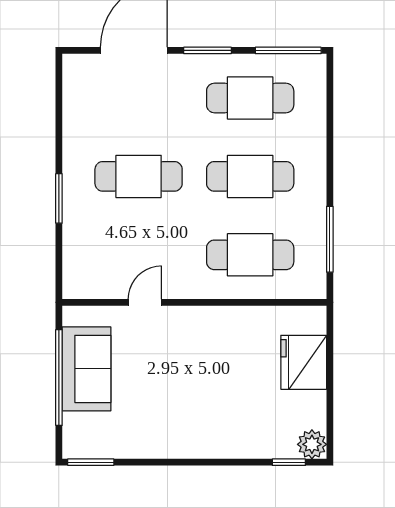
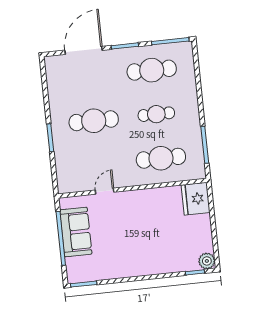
cafe table: (250, 176) -> (156, 114), width x0.73, depth x0.74
fridge: (304, 362) -> (196, 199), moved

